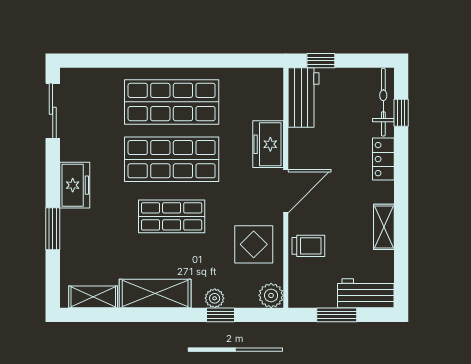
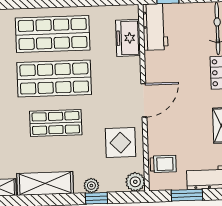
freezer: (268, 144) -> (128, 38), moved
trolley: (308, 246) -> (163, 164), moved

